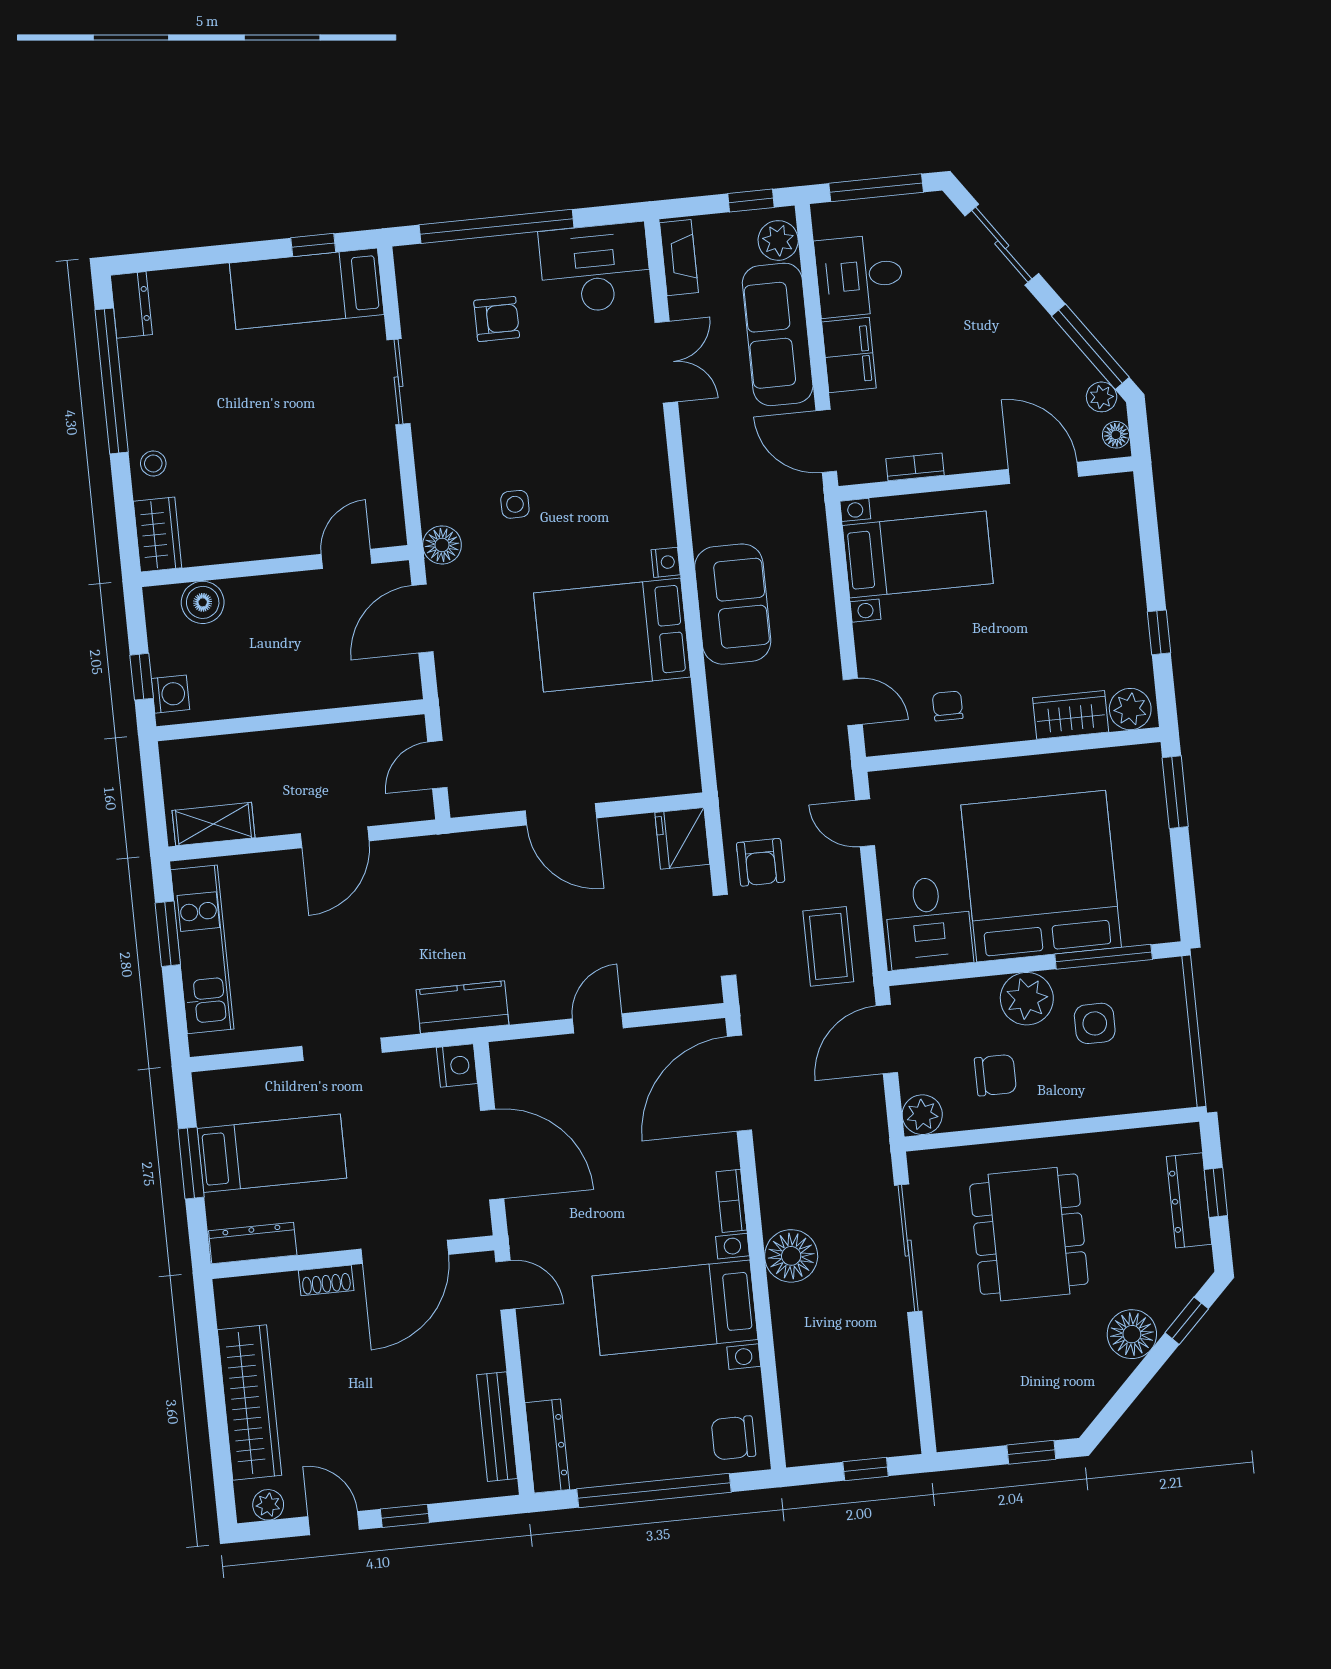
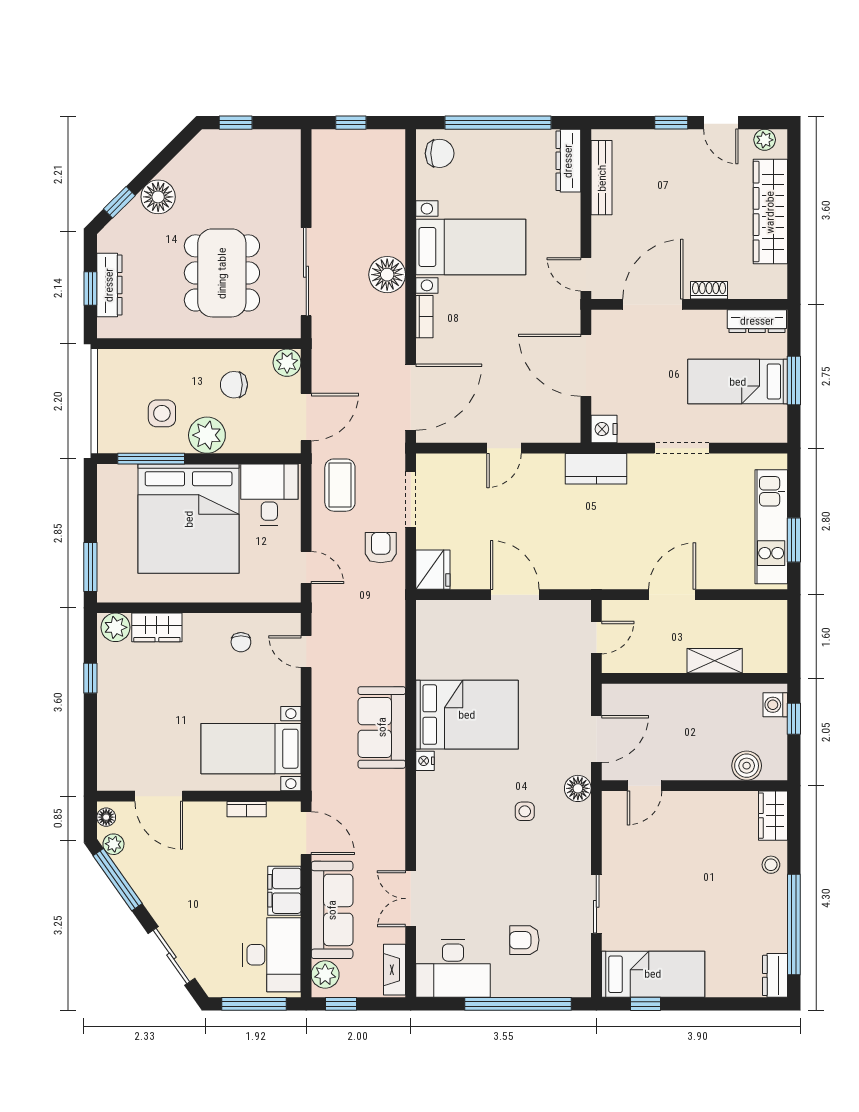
desk: (859, 276) -> (272, 955), width x1.37
shelving: (214, 824) -> (715, 661), moved

